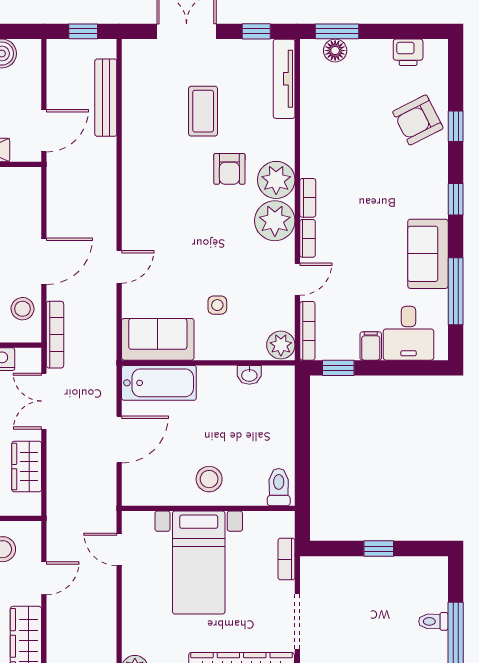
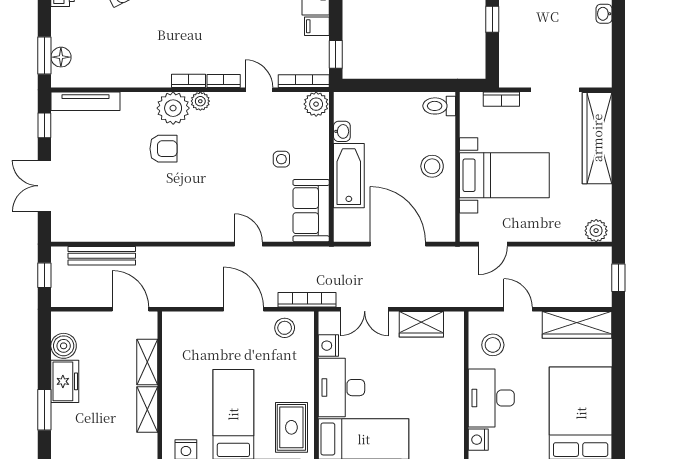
coffee table: (203, 111) -> (114, 171), removed
plant: (275, 221) -> (200, 101), width x0.53, depth x0.53
bathtub: (159, 383) -> (349, 176), moved
door: (119, 440) -> (398, 244), width x1.36

